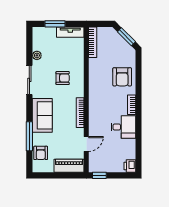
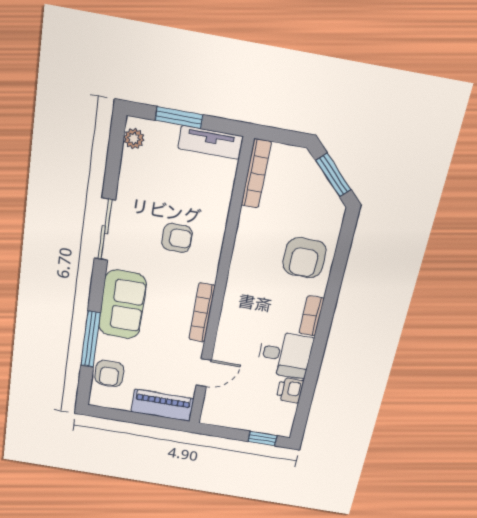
plant: (37, 55) -> (134, 139), moved
printer: (130, 166) -> (290, 390), moved
window: (99, 175) -> (262, 439), moved

